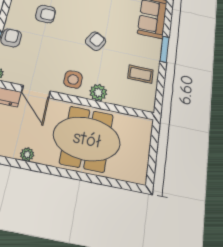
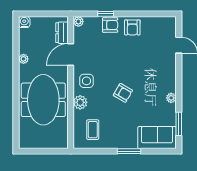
armchair: (46, 14) -> (132, 27), moved
coffee table: (140, 74) -> (93, 130), moved

